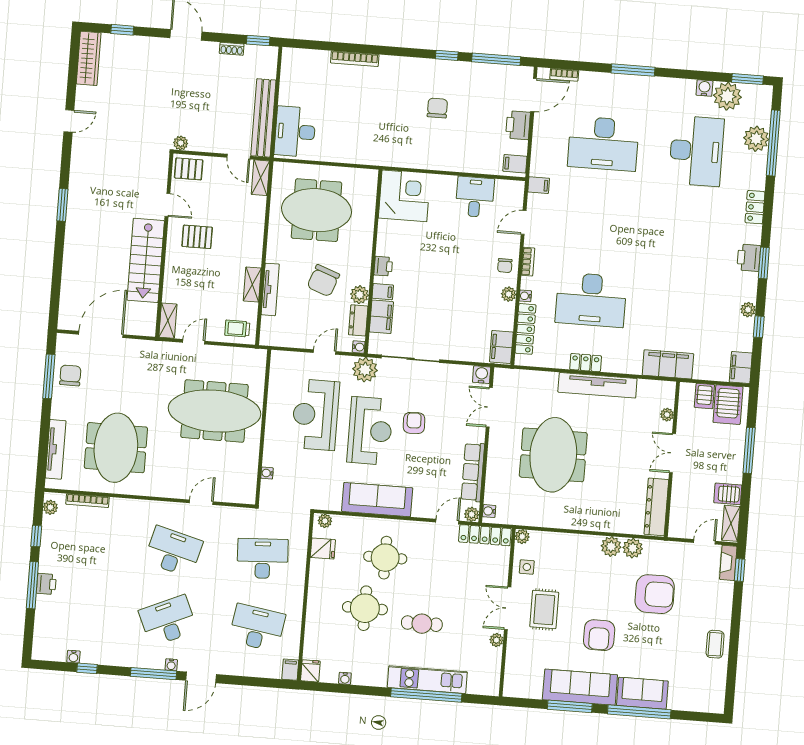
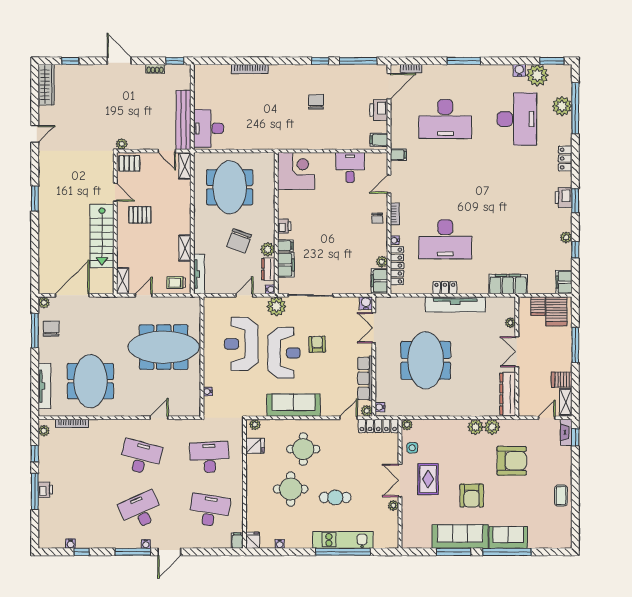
meeting table: (316, 210) -> (230, 187), turned 90
tv unit: (270, 289) -> (199, 274), moved
plant: (509, 294) -> (382, 262), moved
plant: (64, 341) -> (44, 303), added

